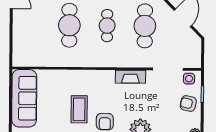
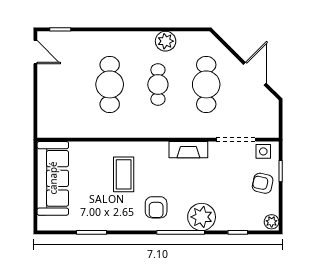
coffee table: (79, 109) -> (124, 174), moved

